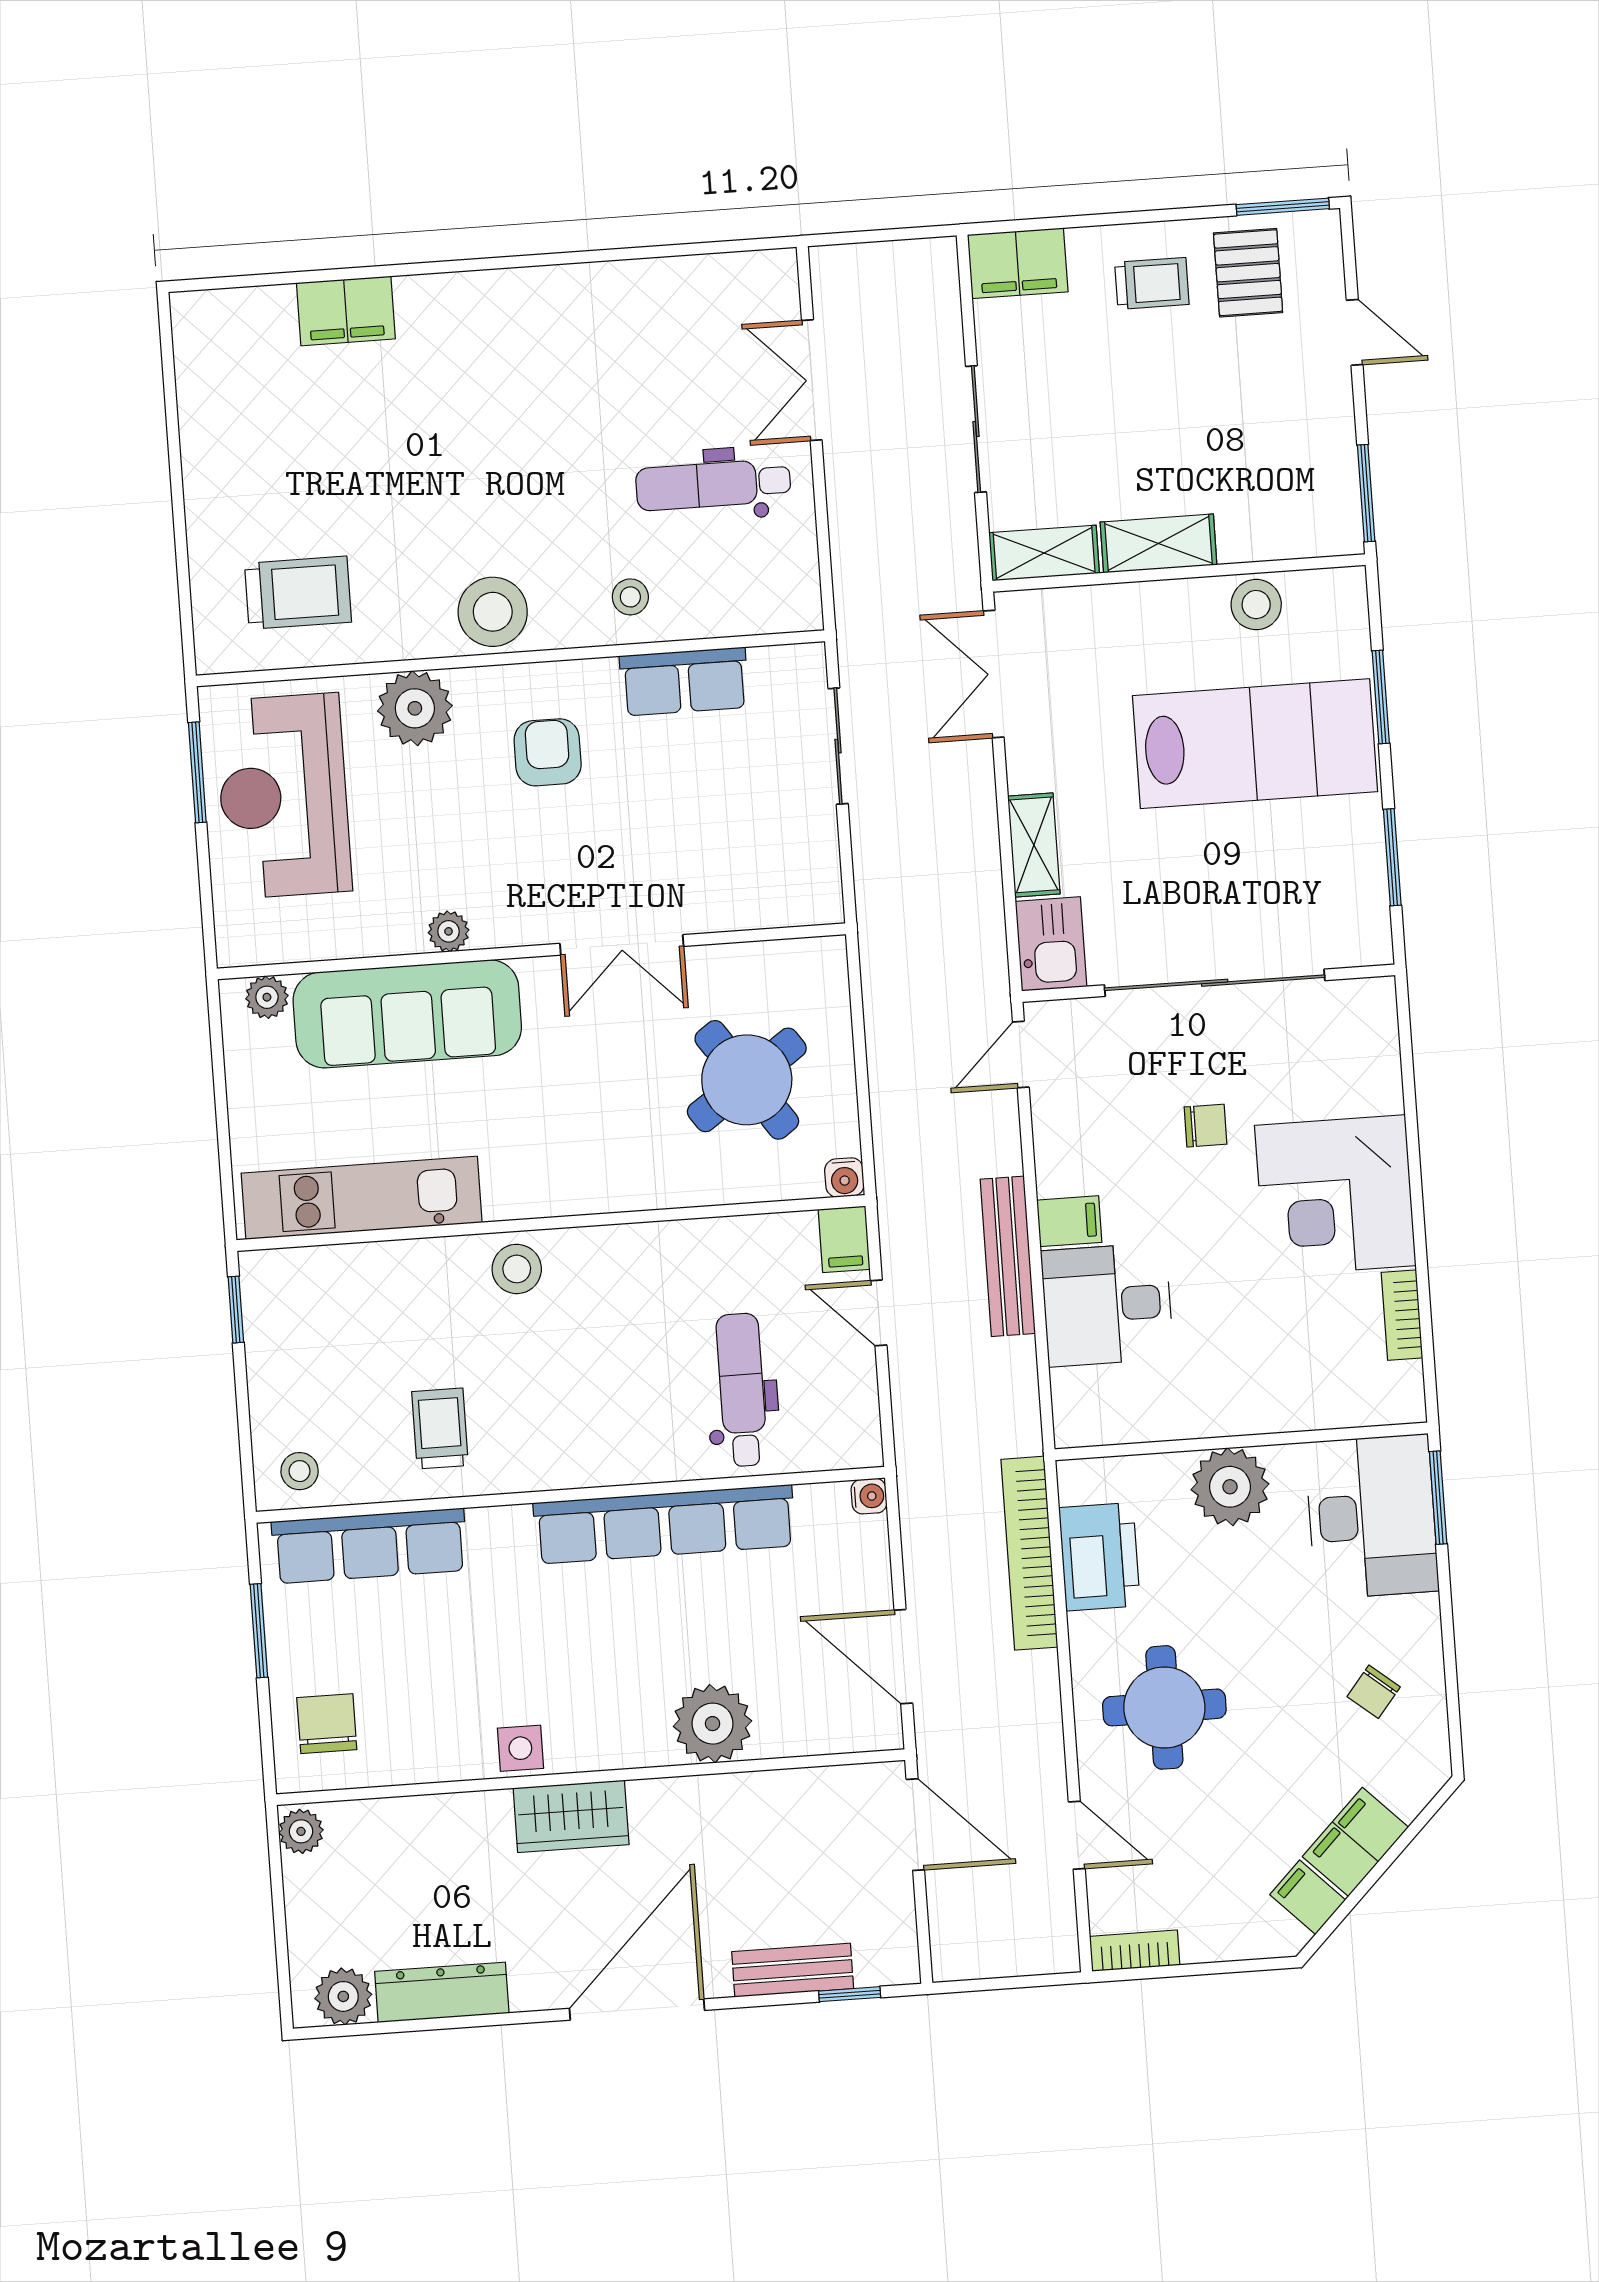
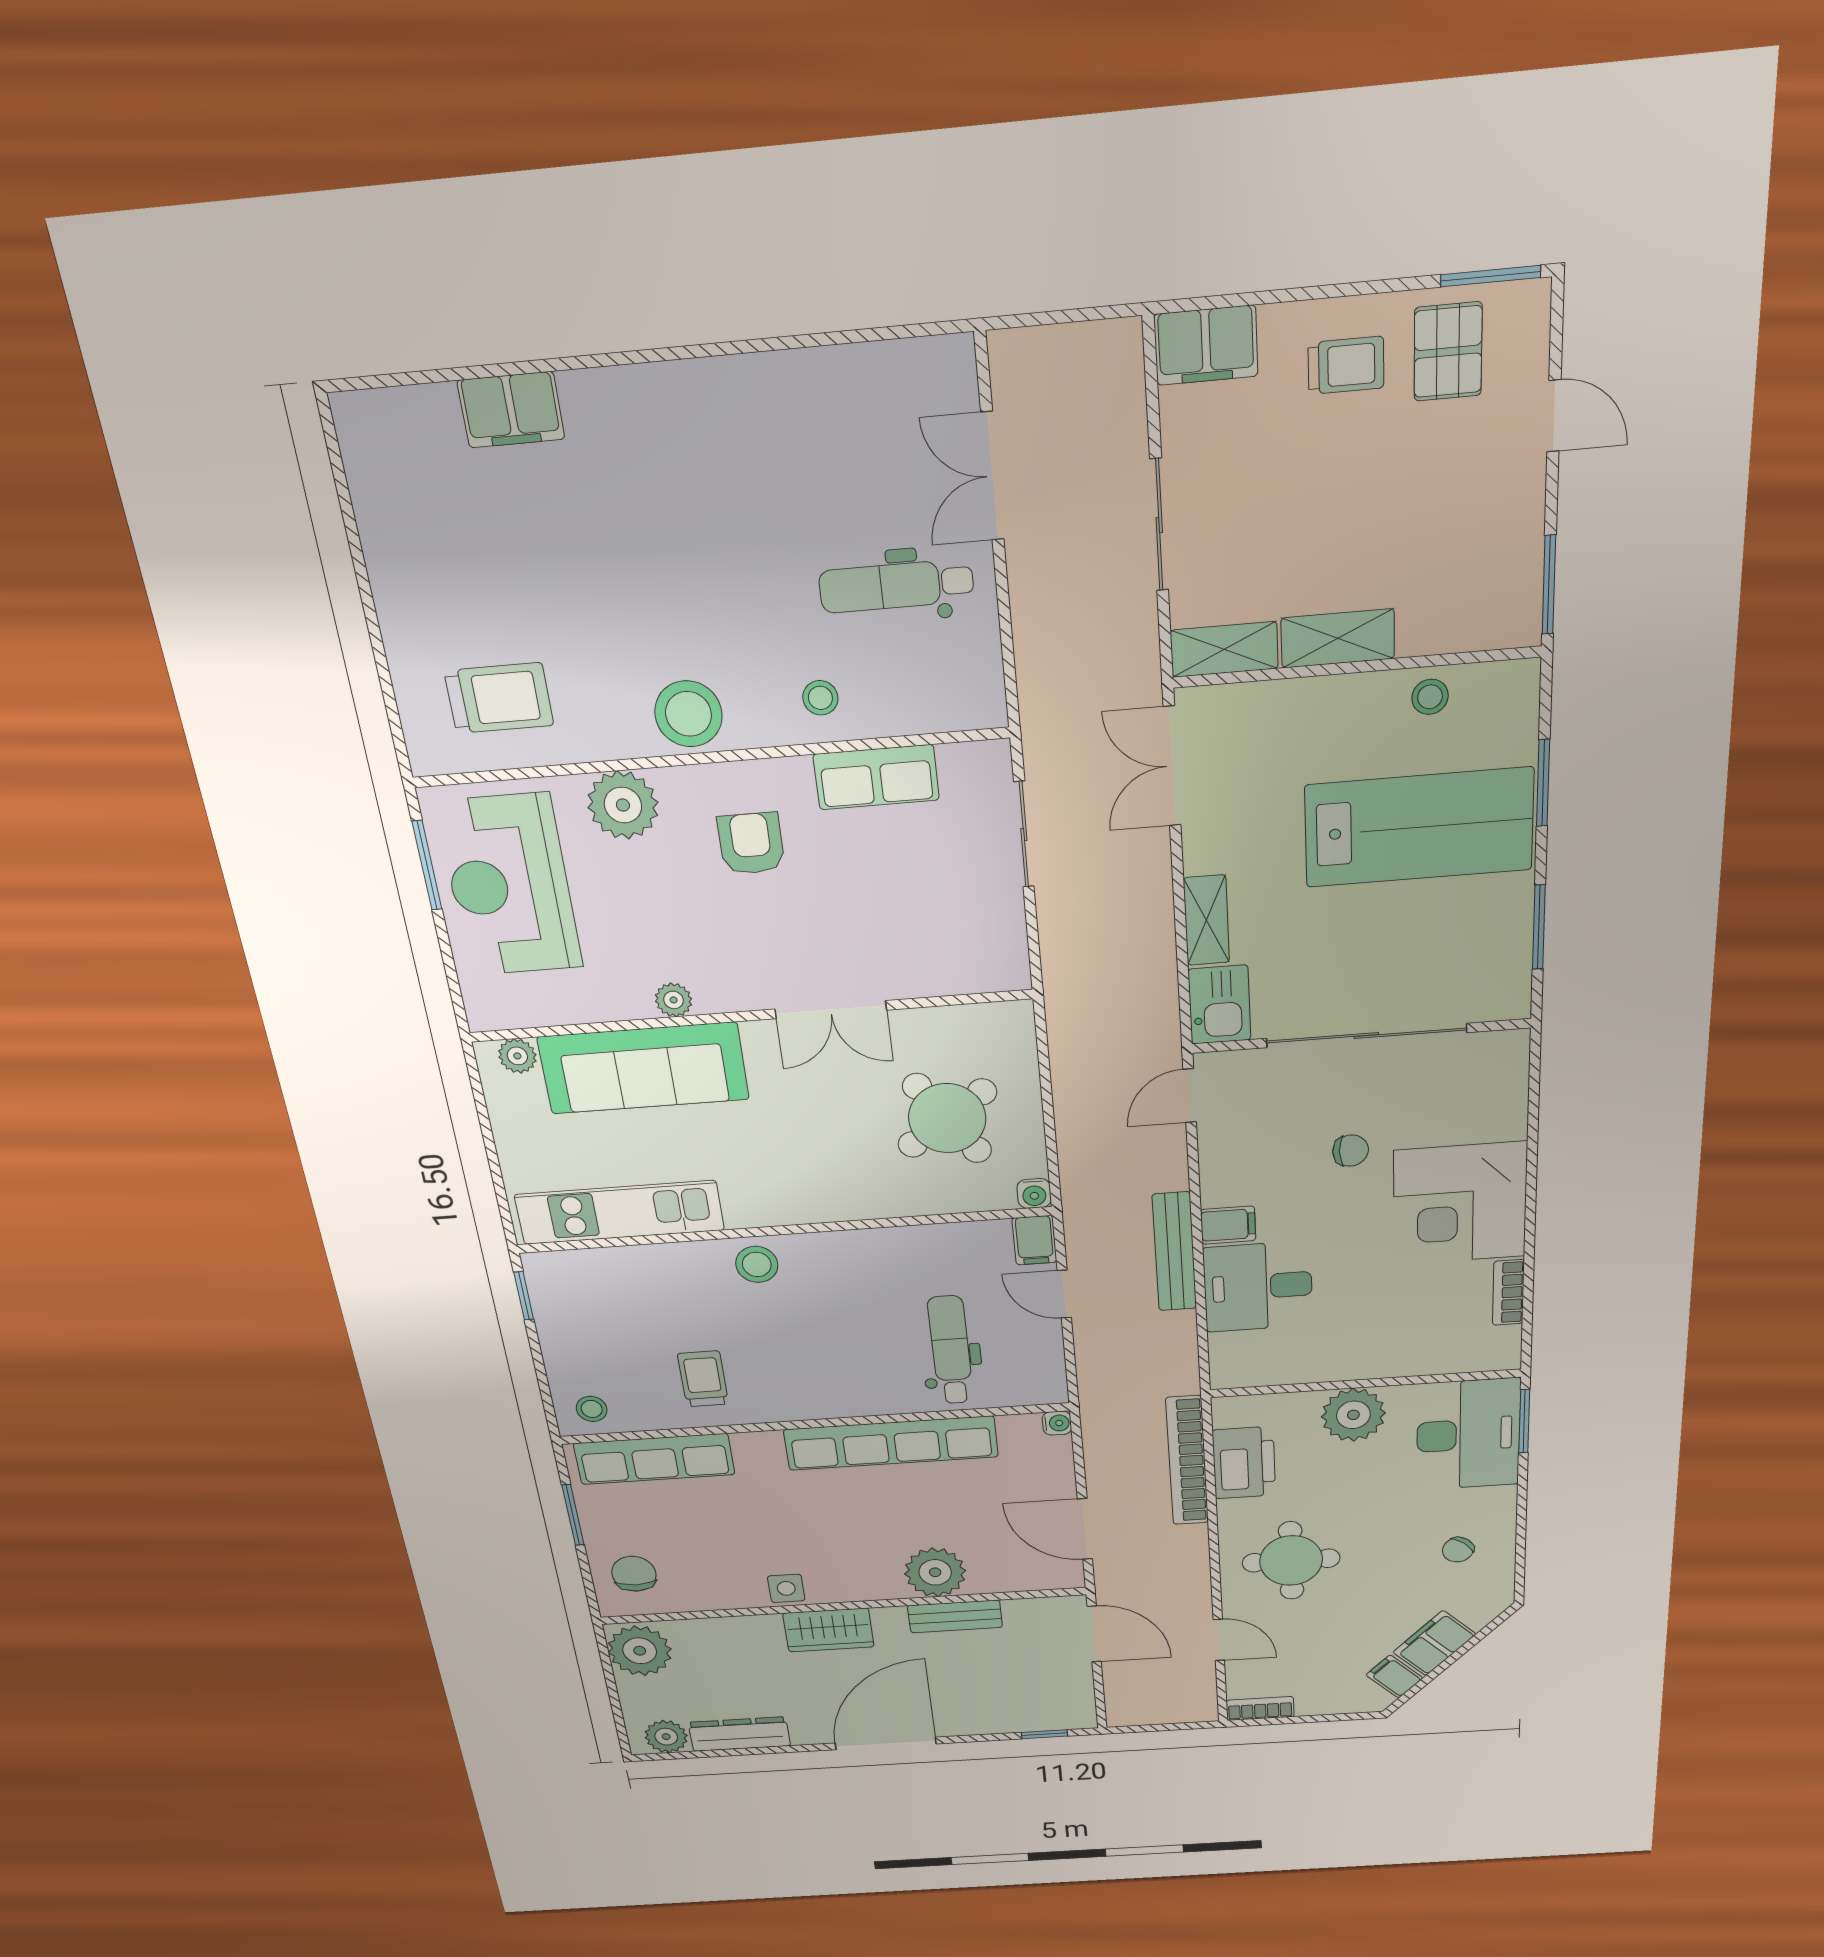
stool: (1256, 605) -> (1430, 697), width x0.73, depth x0.73
plant: (301, 1831) -> (640, 1651), width x1.88, depth x1.88
bench: (793, 1970) -> (955, 1616), moved

